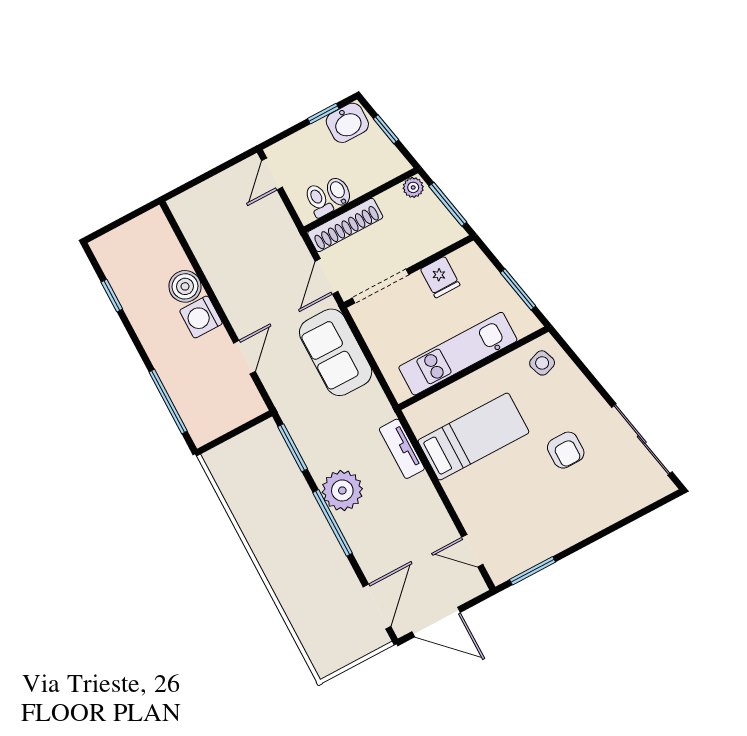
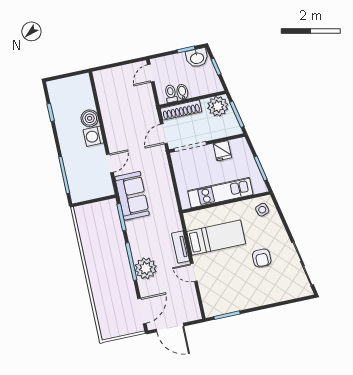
plant: (413, 187) -> (218, 106), width x1.88, depth x1.88
sofa: (336, 352) -> (132, 196), moved, turned 180
tv unit: (402, 449) -> (181, 247), moved
plant: (342, 490) -> (146, 268), moved
door: (472, 551) -> (194, 272), moved

